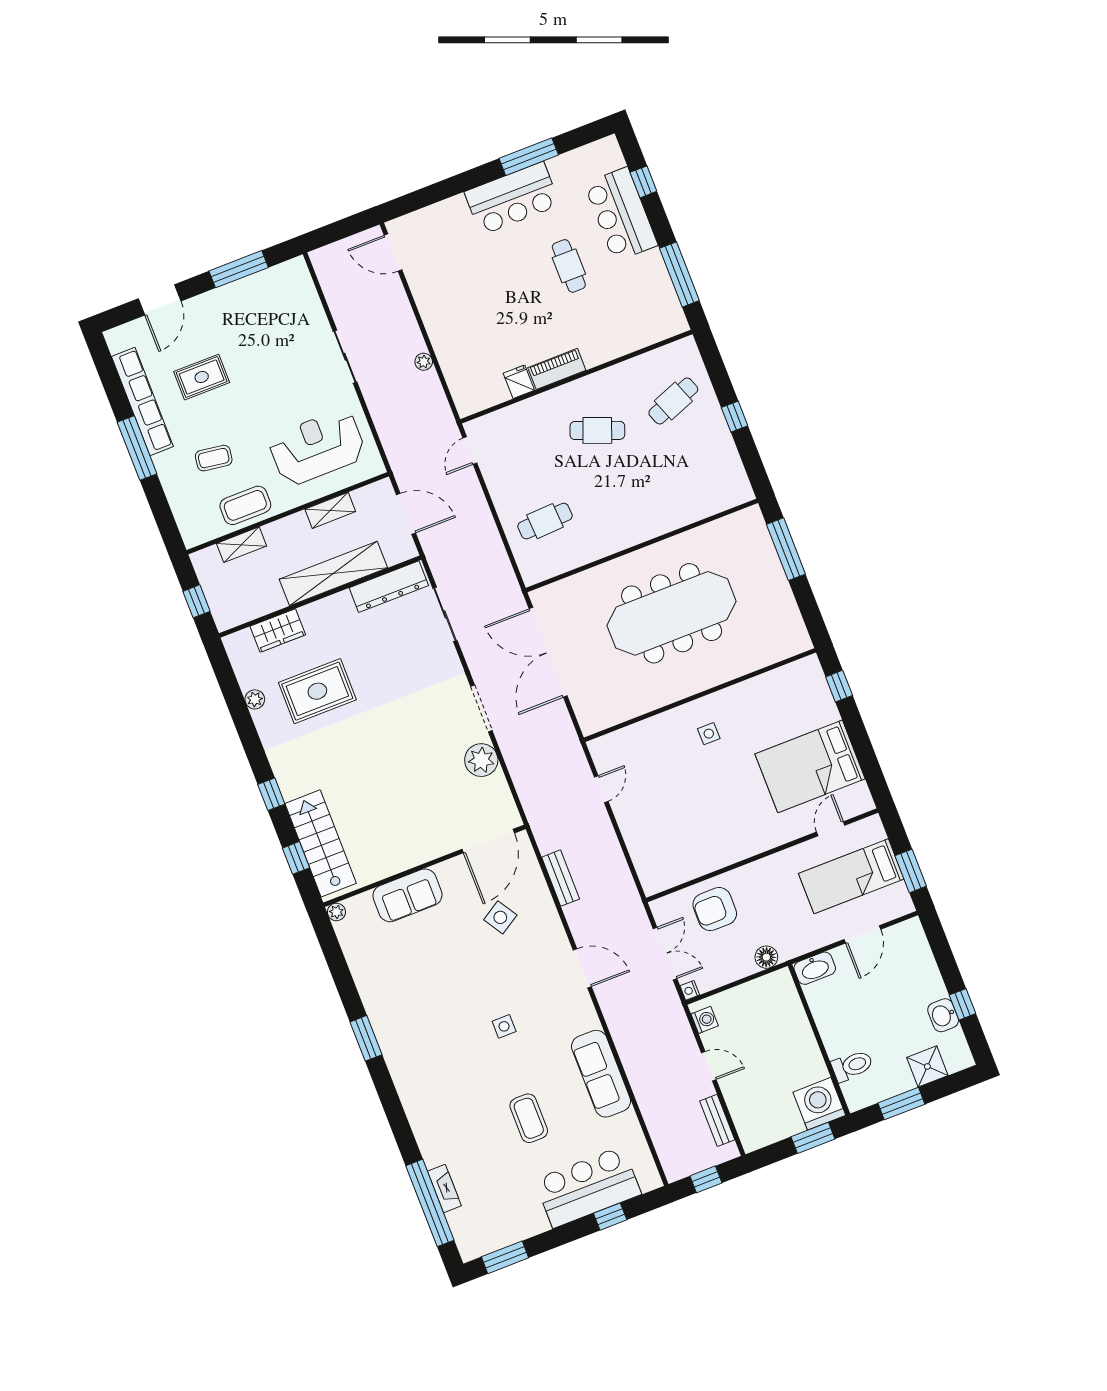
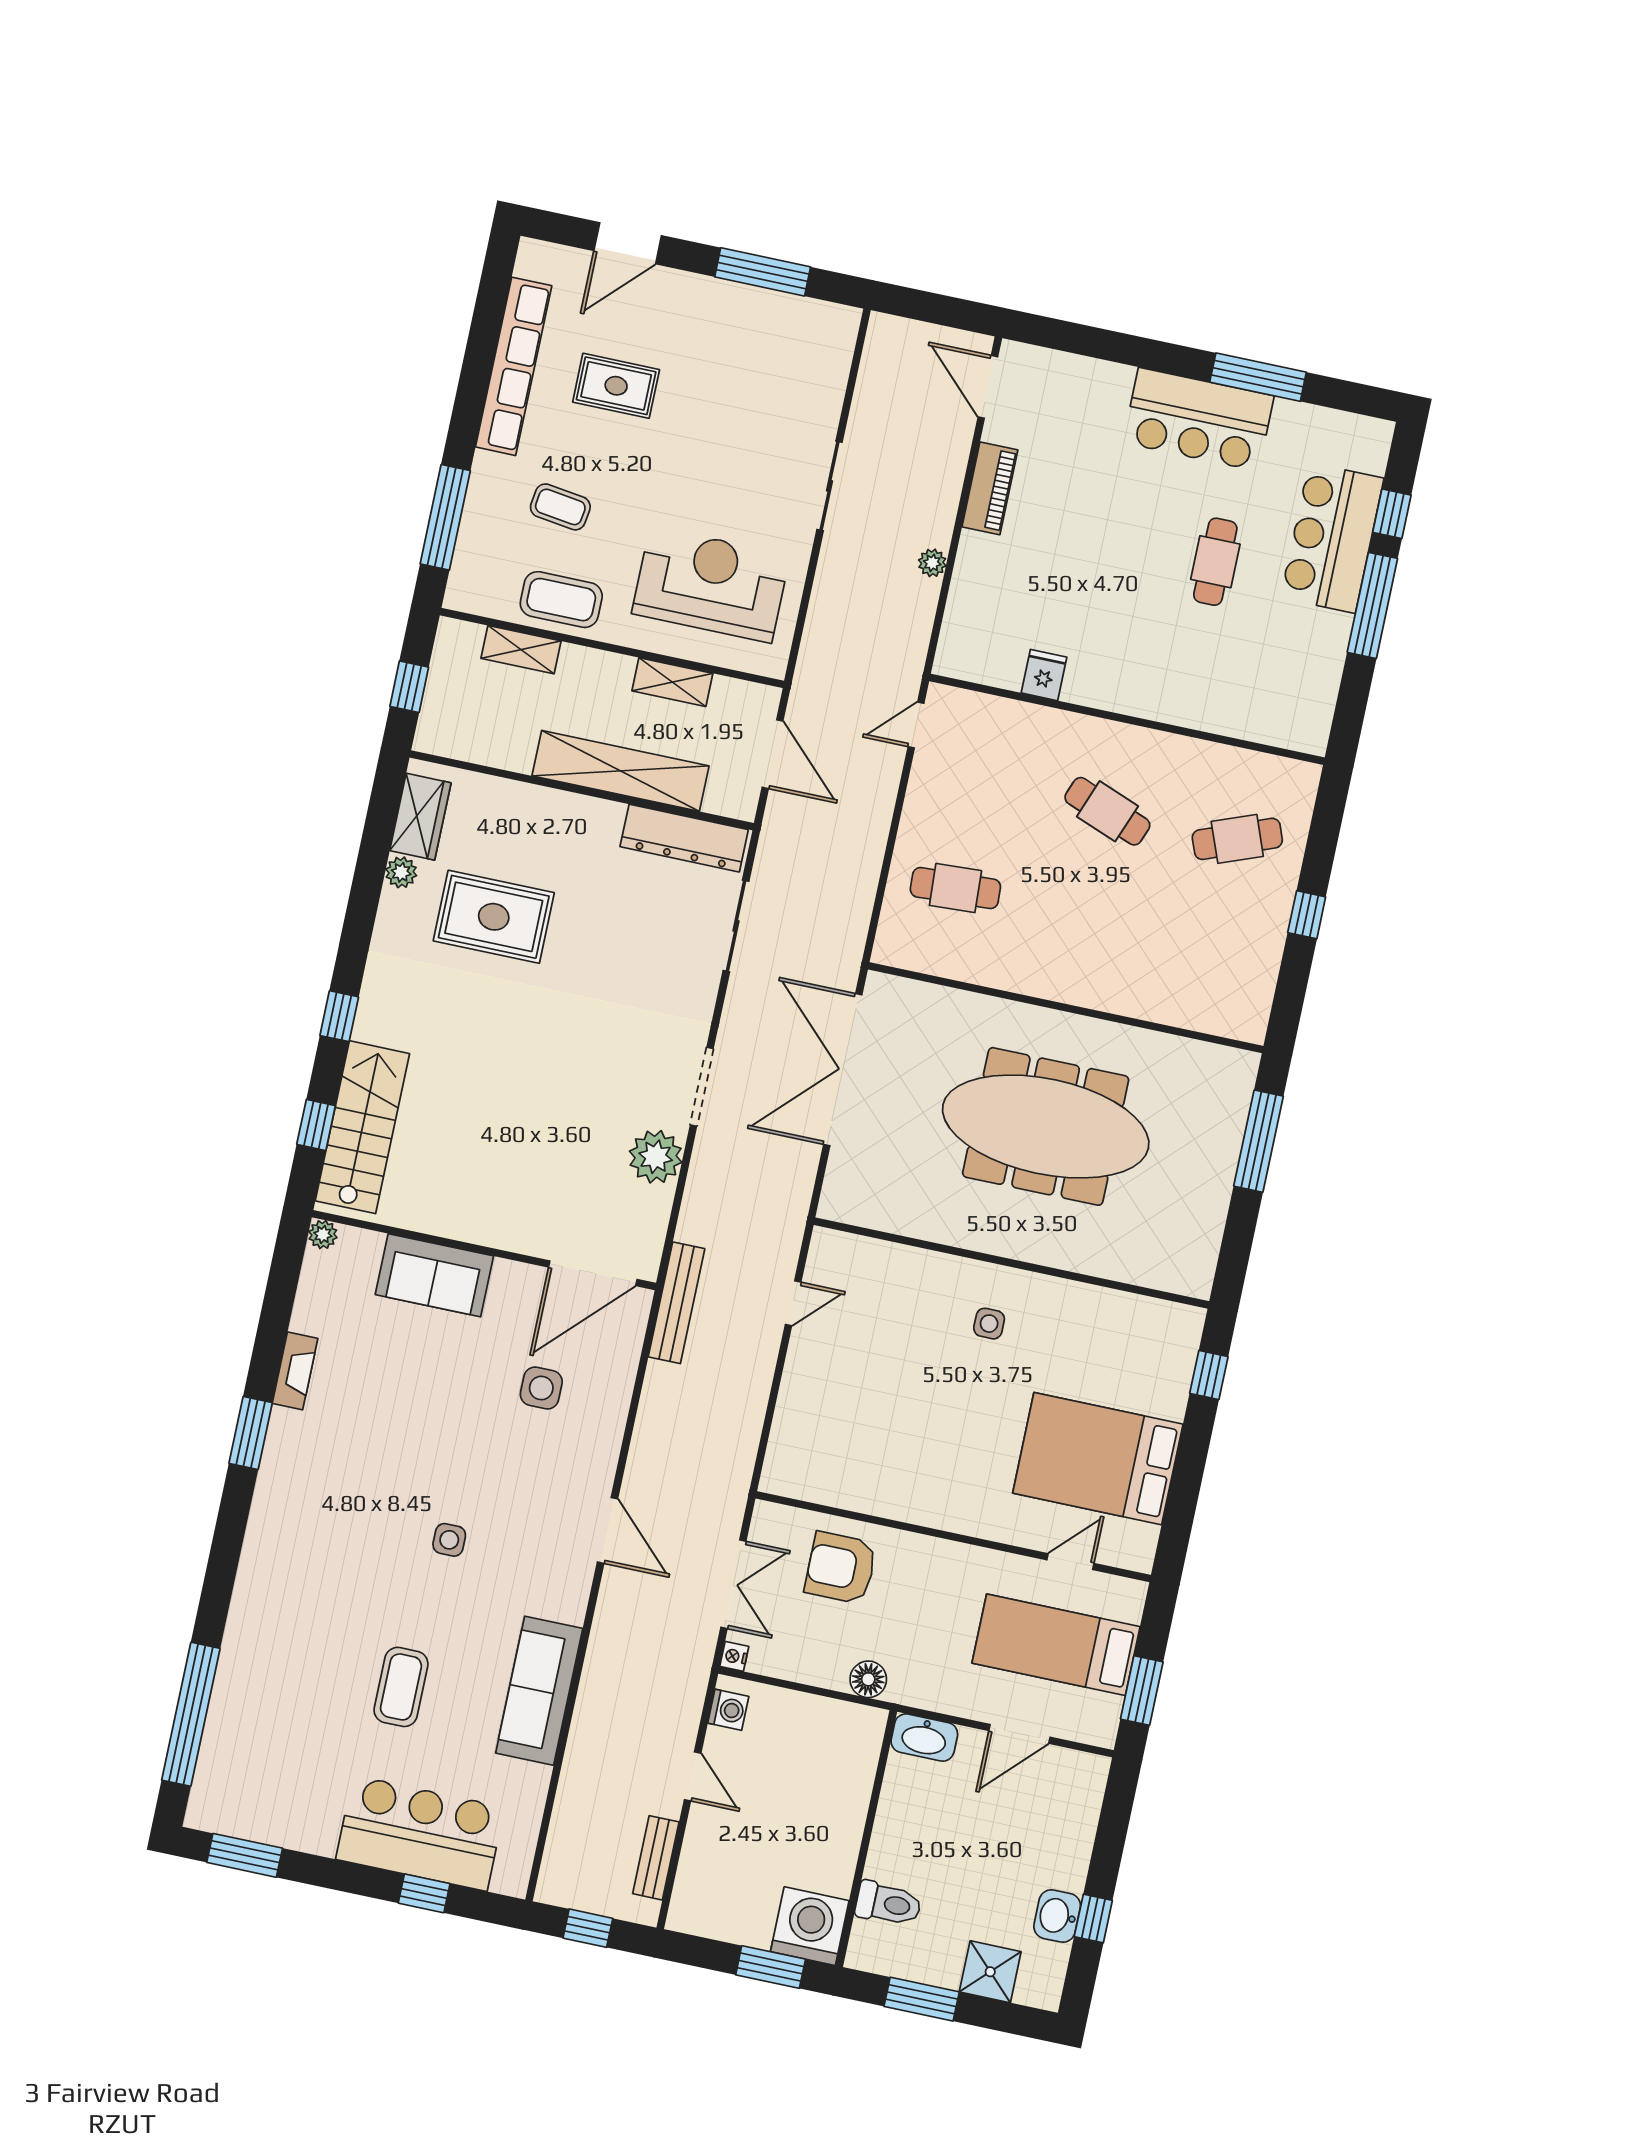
window: (679, 274) -> (1372, 605), moved
piano: (557, 369) -> (990, 488), moved, turned 90
window: (137, 448) -> (445, 517), moved
wardrobe: (278, 631) -> (420, 817), moved, turned -90
bench: (561, 878) -> (677, 1303), moved, width x1.36
side table: (500, 917) -> (541, 1388), turned 32
fireplace: (444, 1189) -> (295, 1371), moved

